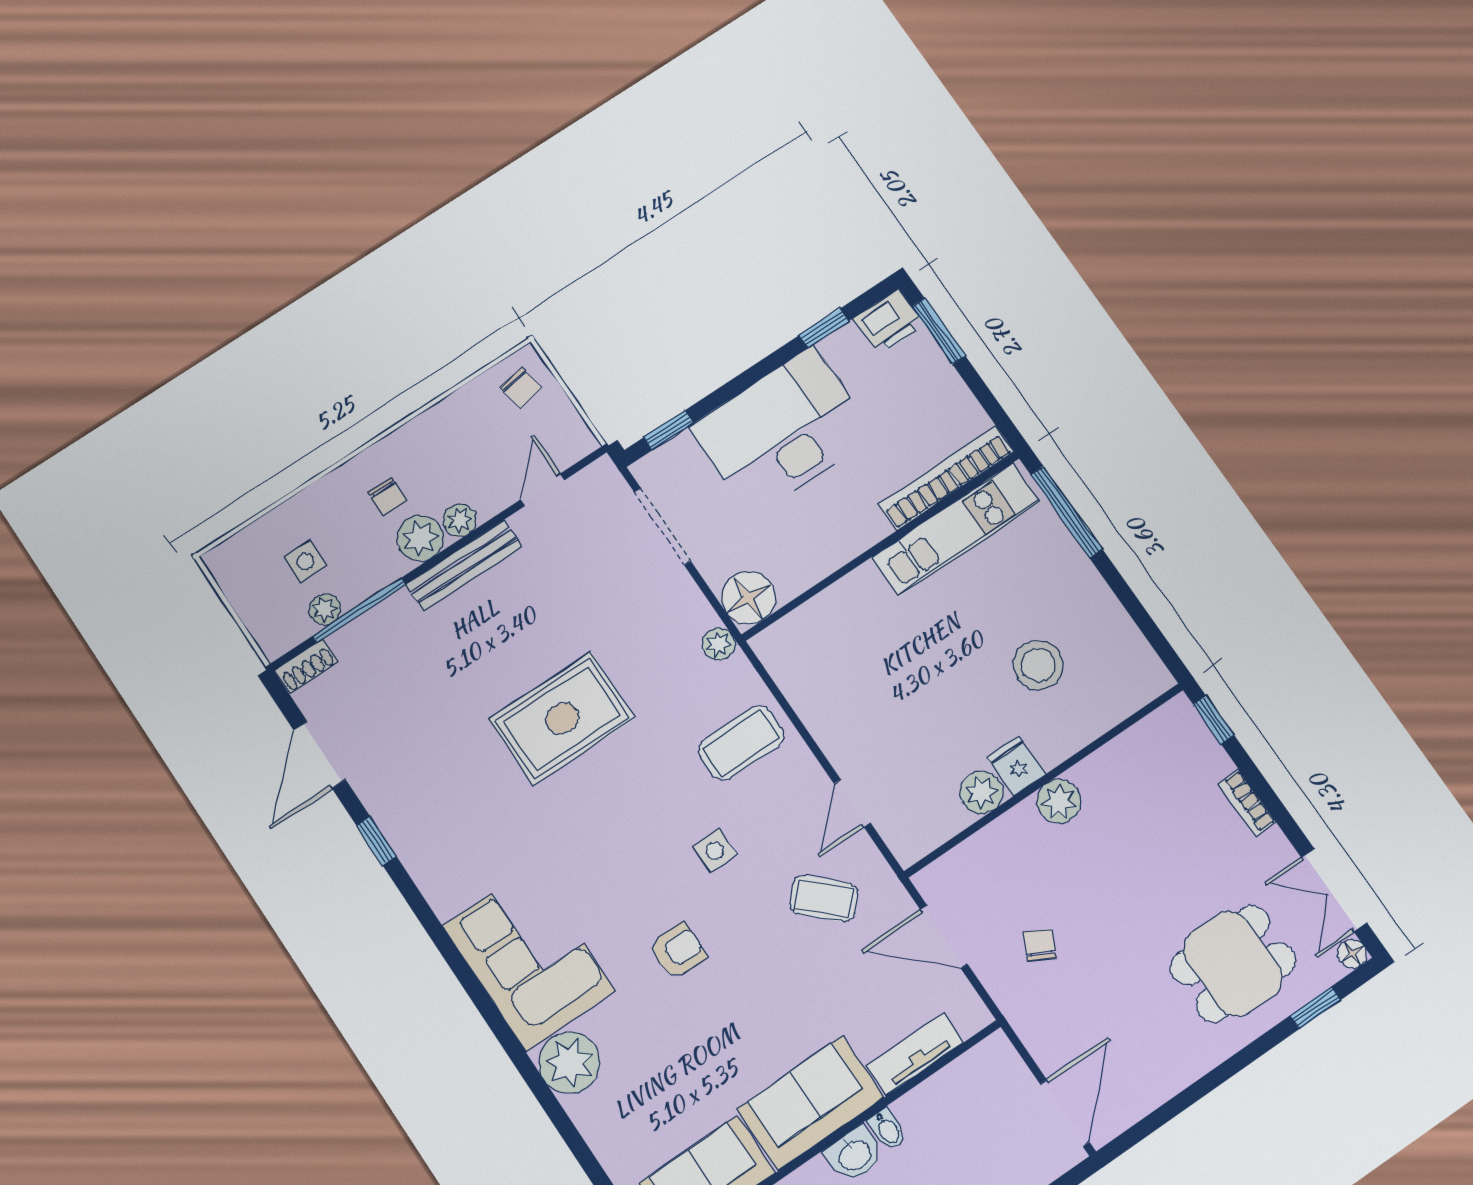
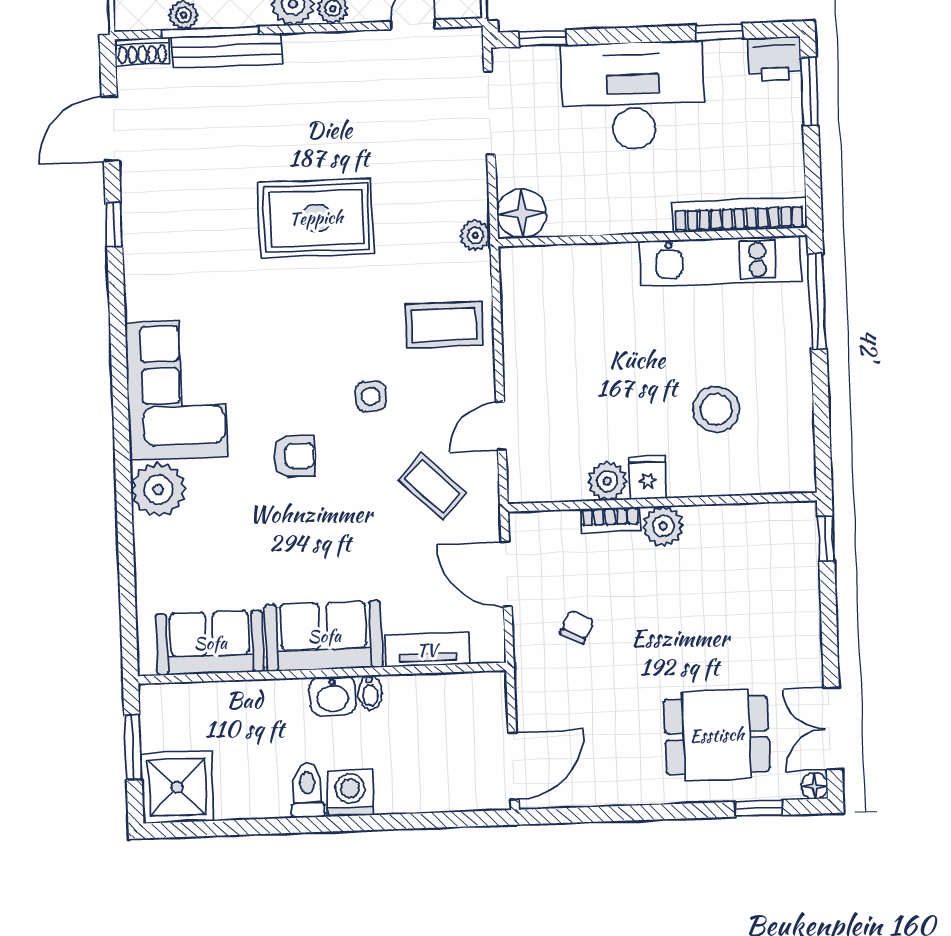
bench: (464, 565) -> (227, 51), moved
bookcase: (1247, 803) -> (610, 520), moved, turned -90

